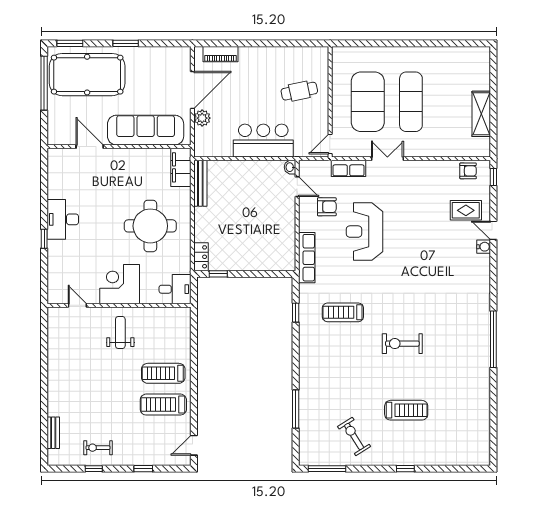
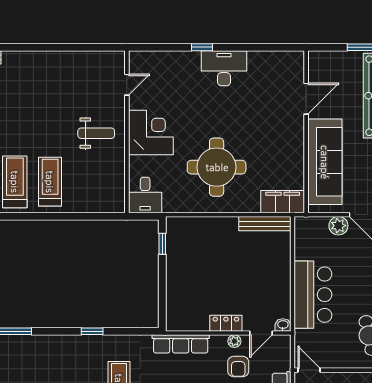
plant: (304, 210) -> (234, 341), added
locker: (201, 257) -> (226, 323), moved, turned 180
window: (296, 313) -> (92, 331), moved

